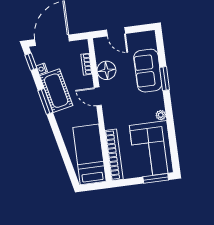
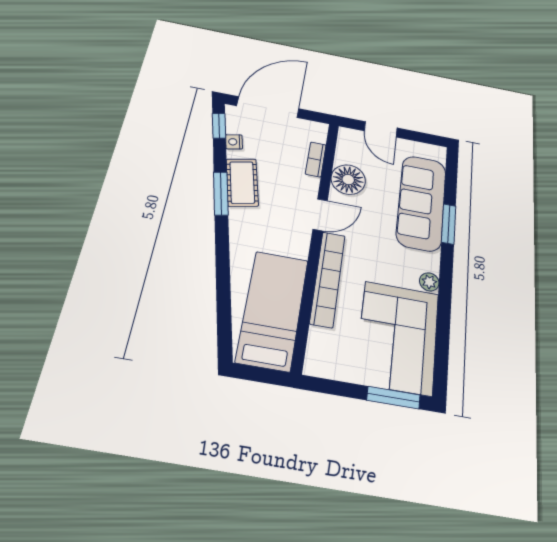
sofa: (148, 71) -> (421, 202), width x1.36
cot: (56, 91) -> (242, 182), width x0.73, depth x0.75
door: (98, 96) -> (320, 215), swing flipped
bookcase: (114, 155) -> (328, 279), moved

